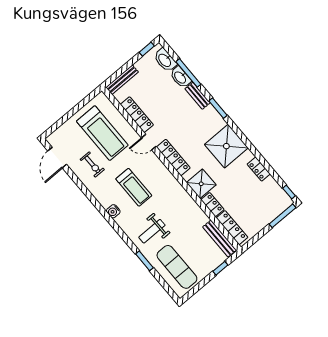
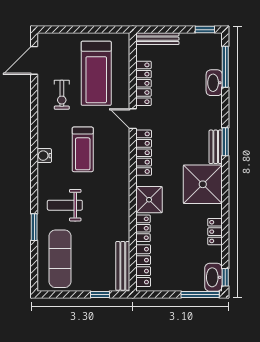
washbasin: (165, 60) -> (213, 277), moved
window: (188, 73) -> (225, 67), moved
bench: (198, 96) -> (216, 147), moved

